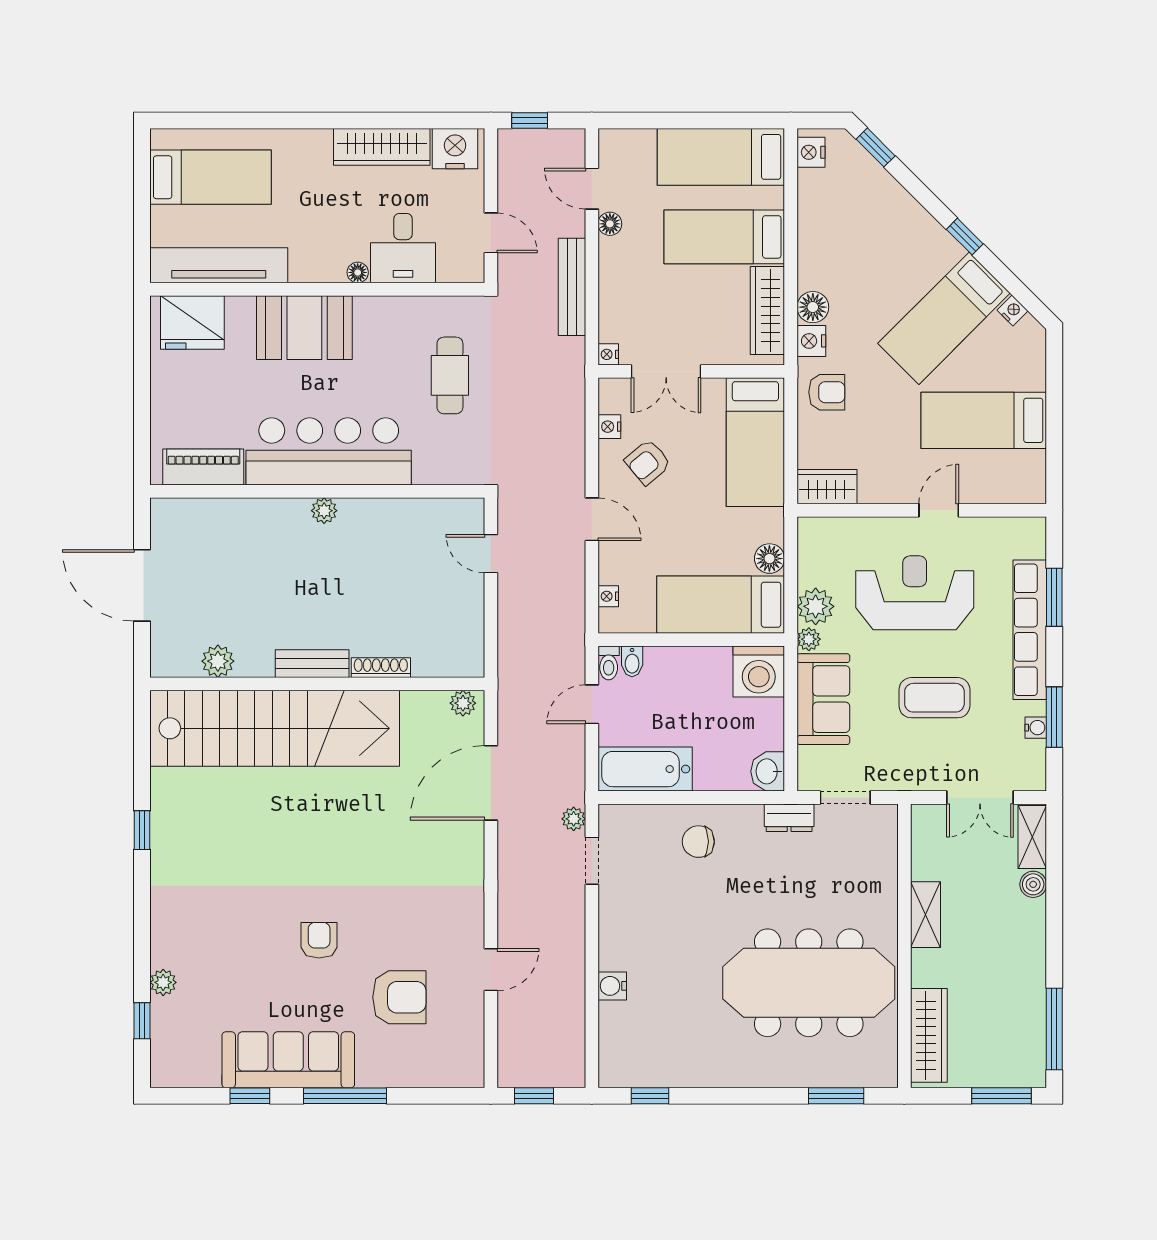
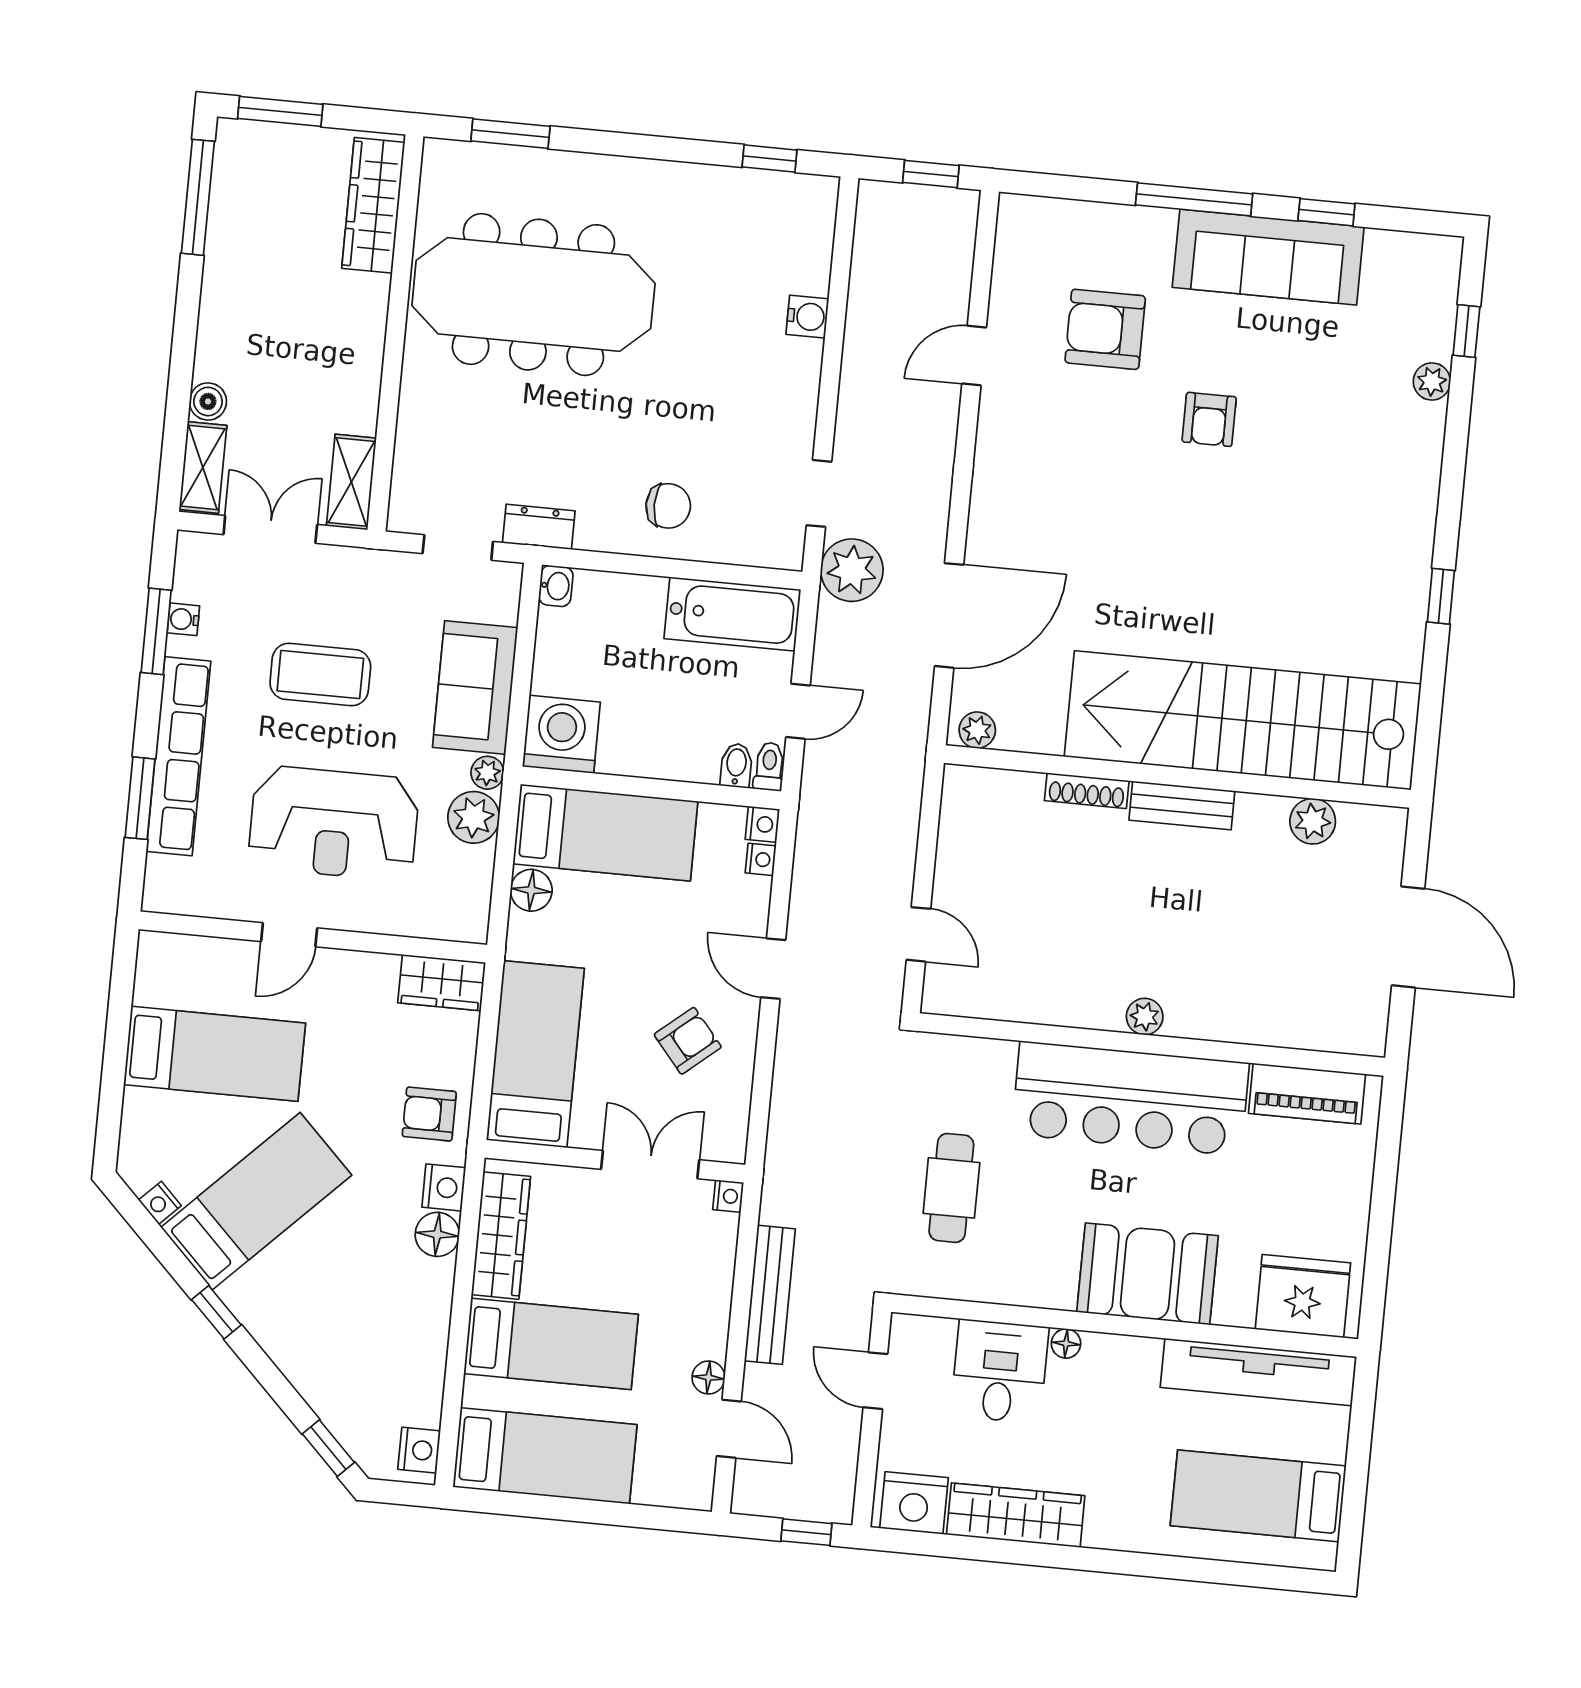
nightstand: (609, 427) -> (762, 824), moved
washbasin: (768, 771) -> (556, 586), width x0.72, depth x0.69
plant: (574, 819) -> (852, 570), width x1.87, depth x1.87
shelving: (926, 915) -> (351, 482), moved

